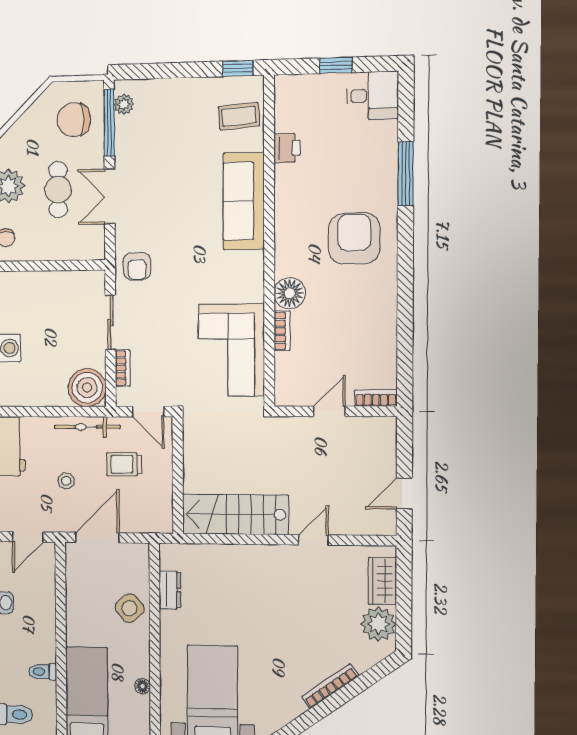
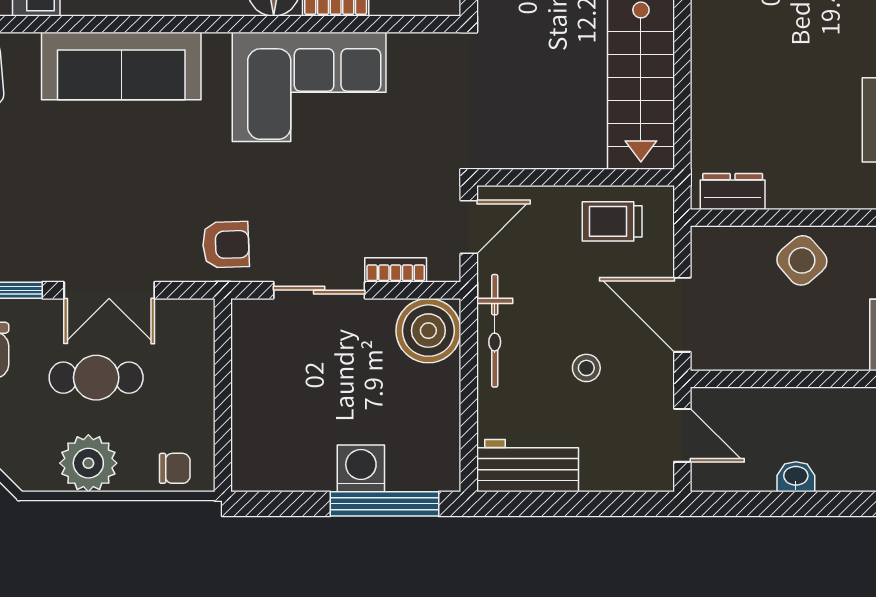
corner sofa: (231, 350) -> (309, 87), moved
trolley: (124, 464) -> (612, 221), moved, turned 90
dresser: (170, 590) -> (733, 191), moved

